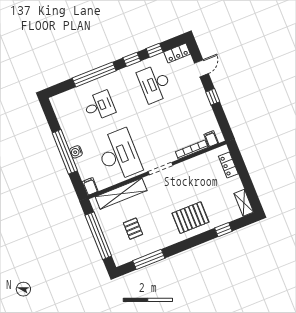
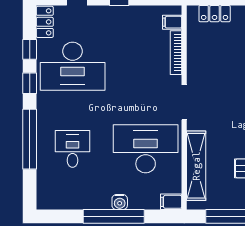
desk: (155, 84) -> (73, 66), width x1.36, depth x1.30

